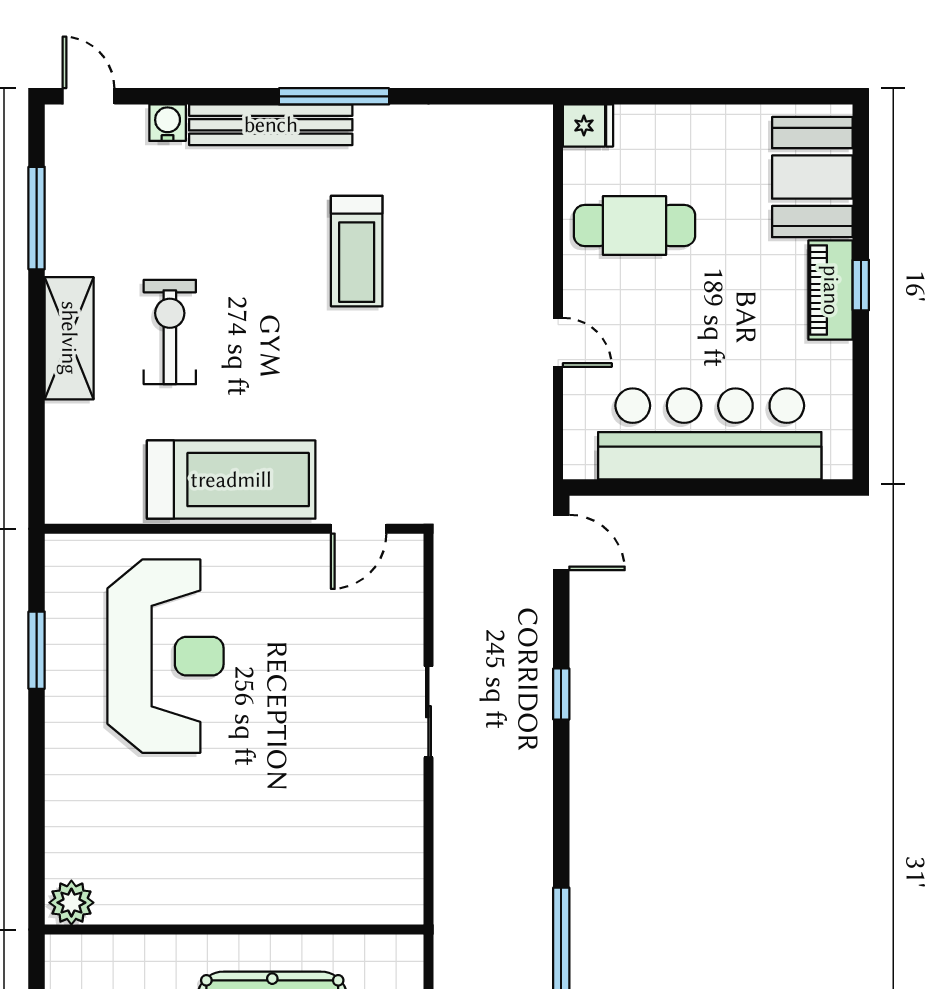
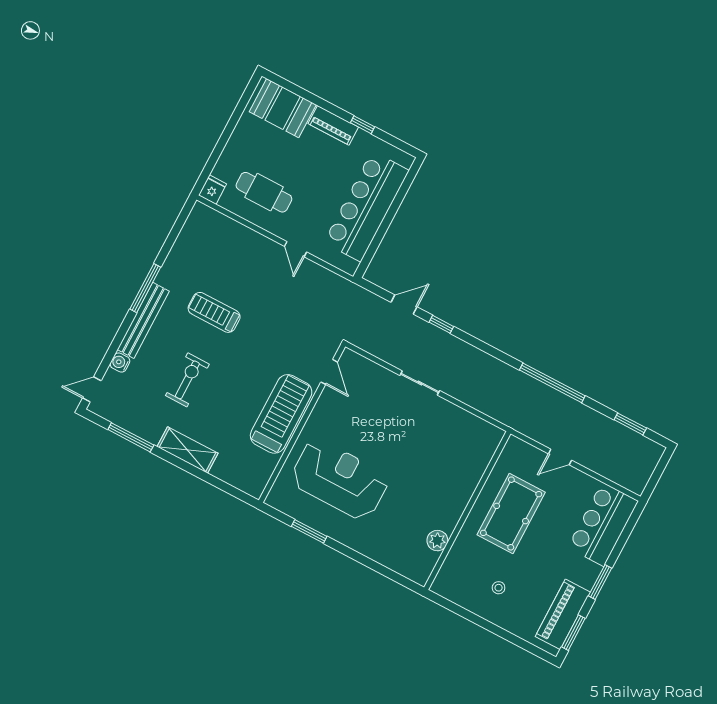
cafe table: (634, 225) -> (264, 192), turned 90
treadmill: (357, 251) -> (214, 312), turned 180
window: (861, 285) -> (363, 125), moved
exercise bike: (170, 332) -> (187, 380), moved, turned 90
door: (558, 342) -> (296, 249), swing flipped
door: (561, 542) -> (404, 305), moved
plant: (71, 903) -> (437, 541), moved

